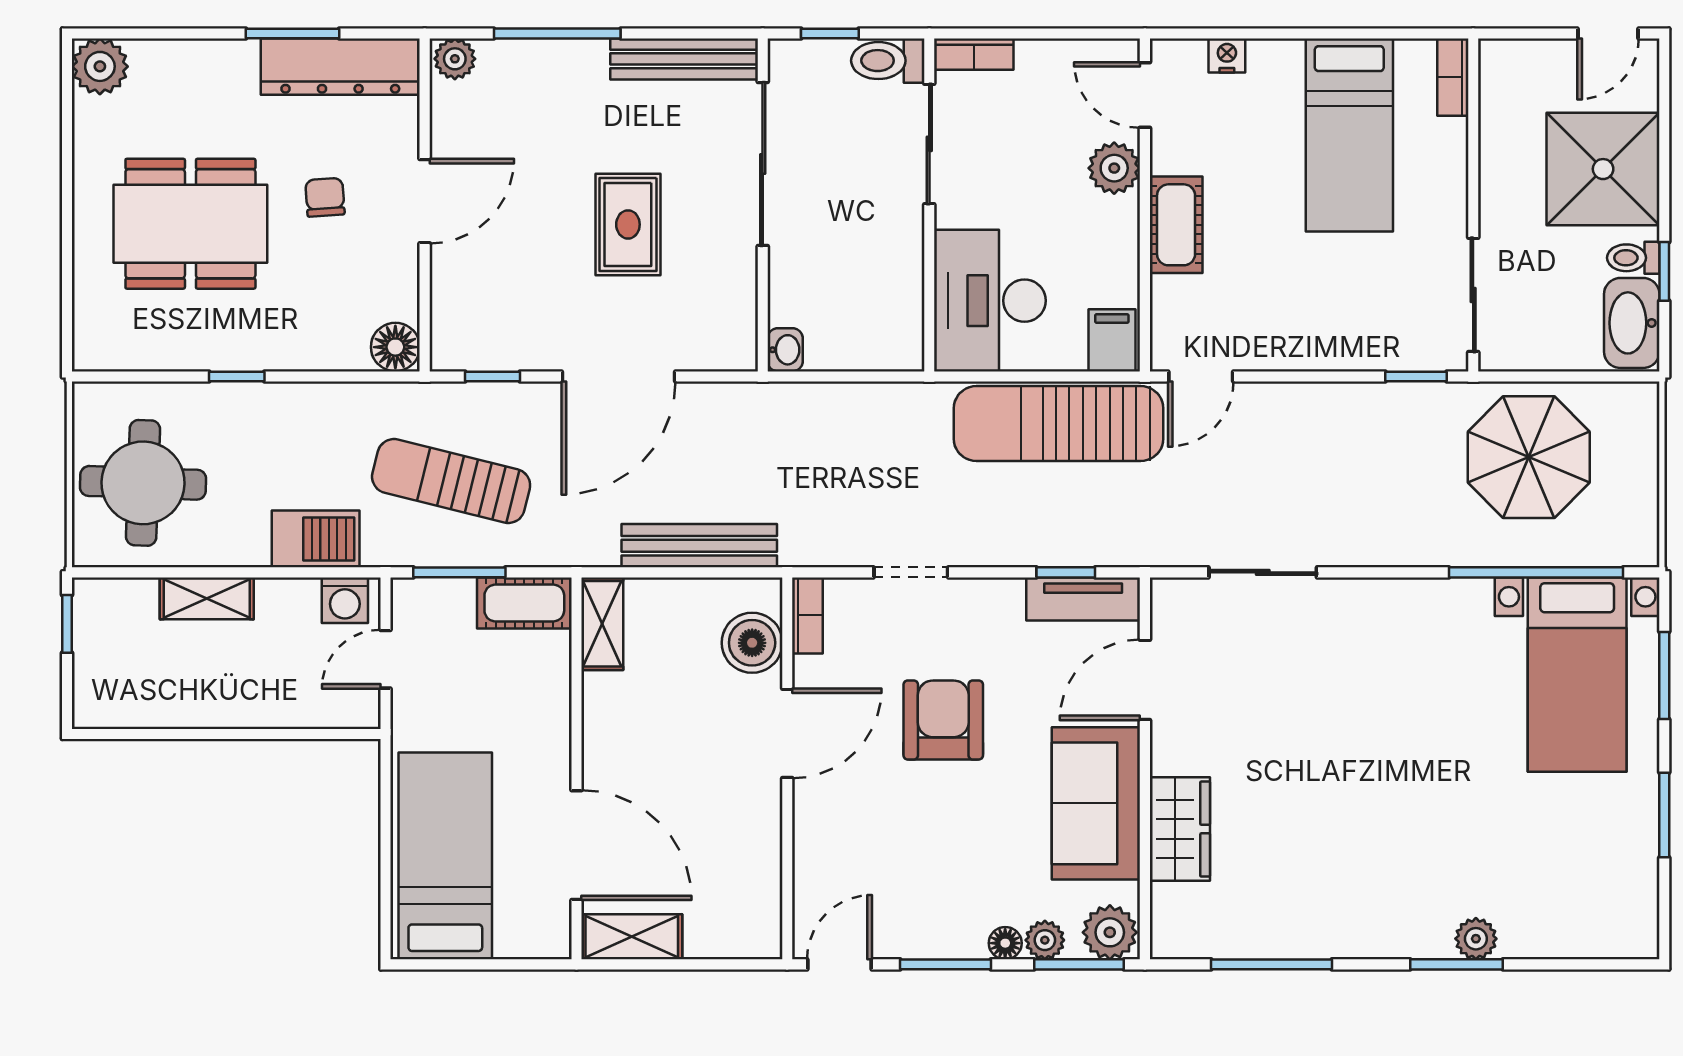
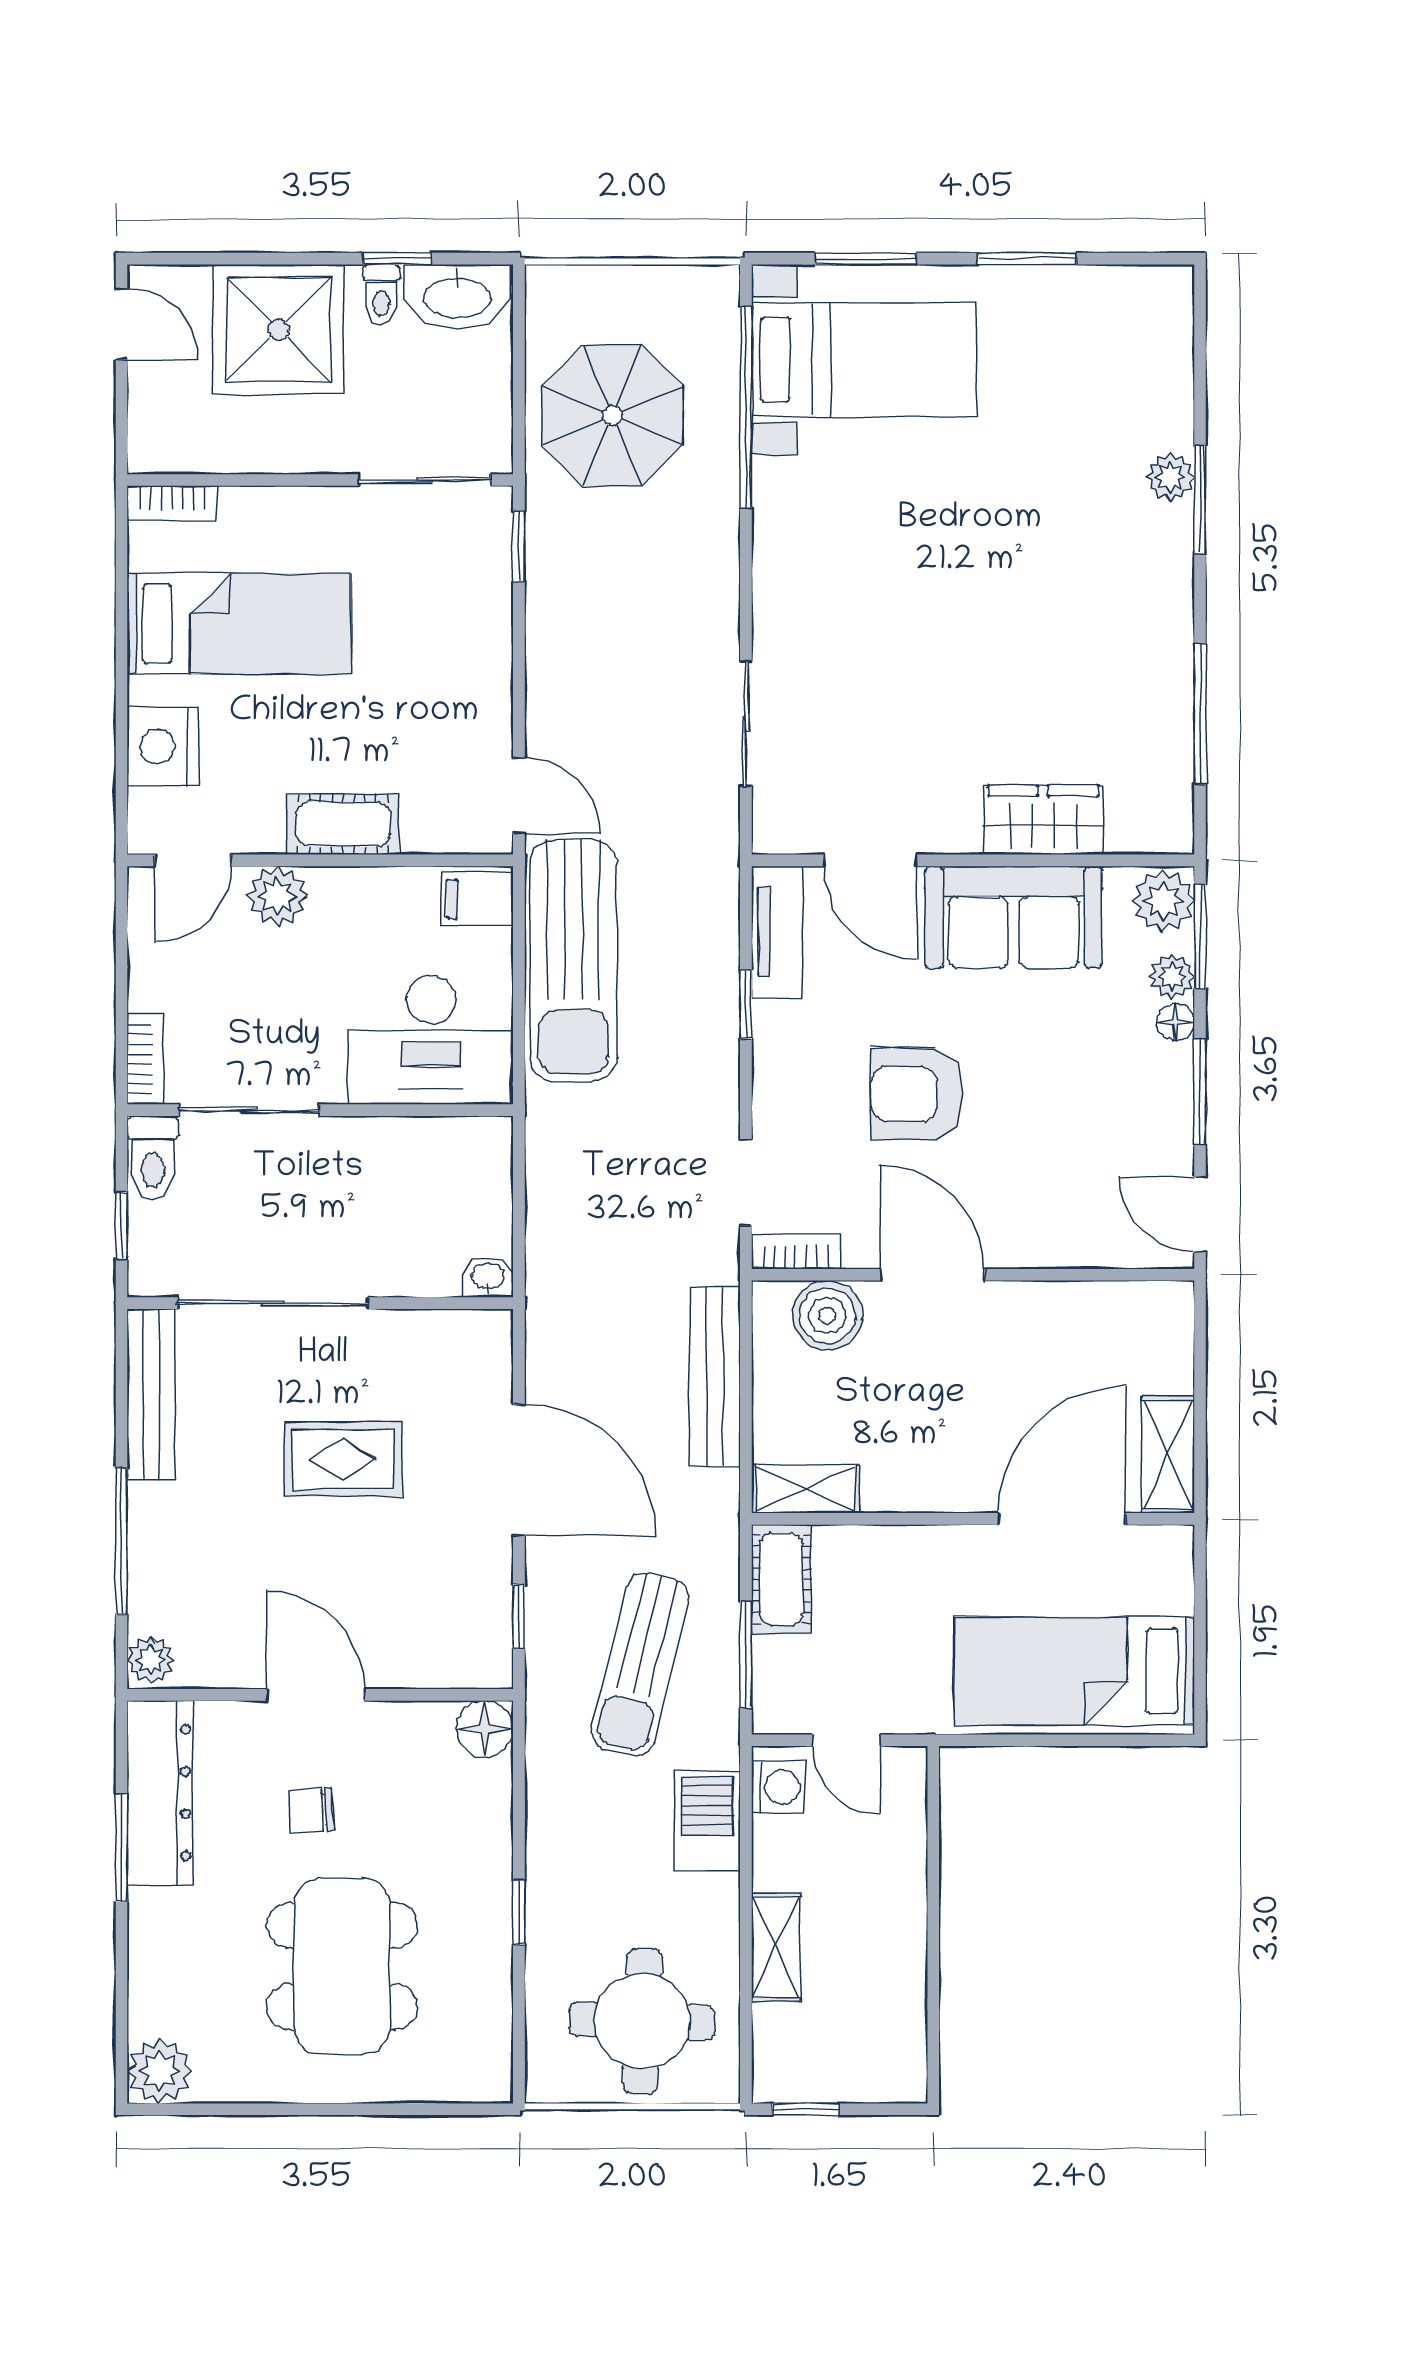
nightstand: (1227, 56) -> (163, 747), width x1.89, depth x1.79
doorway: (911, 572) -> (746, 1182), moved
window: (1066, 572) -> (746, 1004), moved

